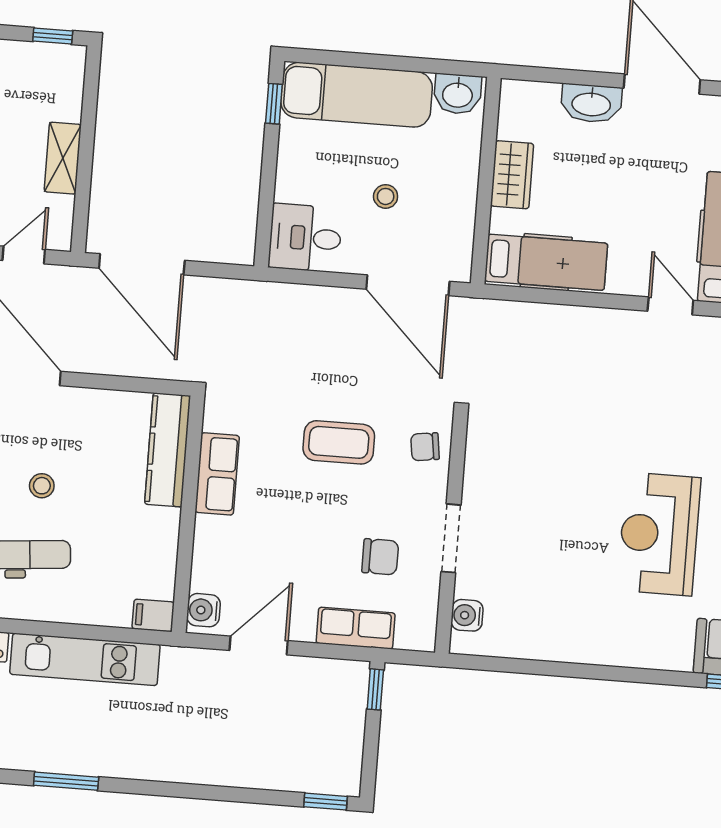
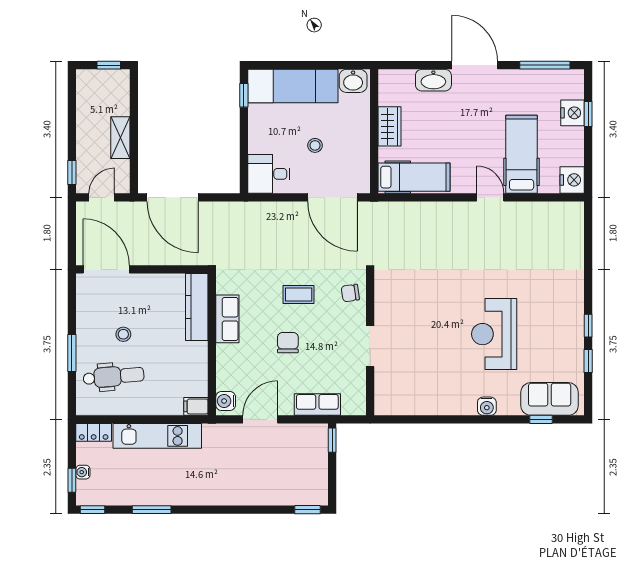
coffee table: (339, 442) -> (299, 294), width x0.73, depth x0.77
chair: (380, 557) -> (288, 343), moved, turned -90
water cooler: (467, 615) -> (487, 406), moved, turned -90

